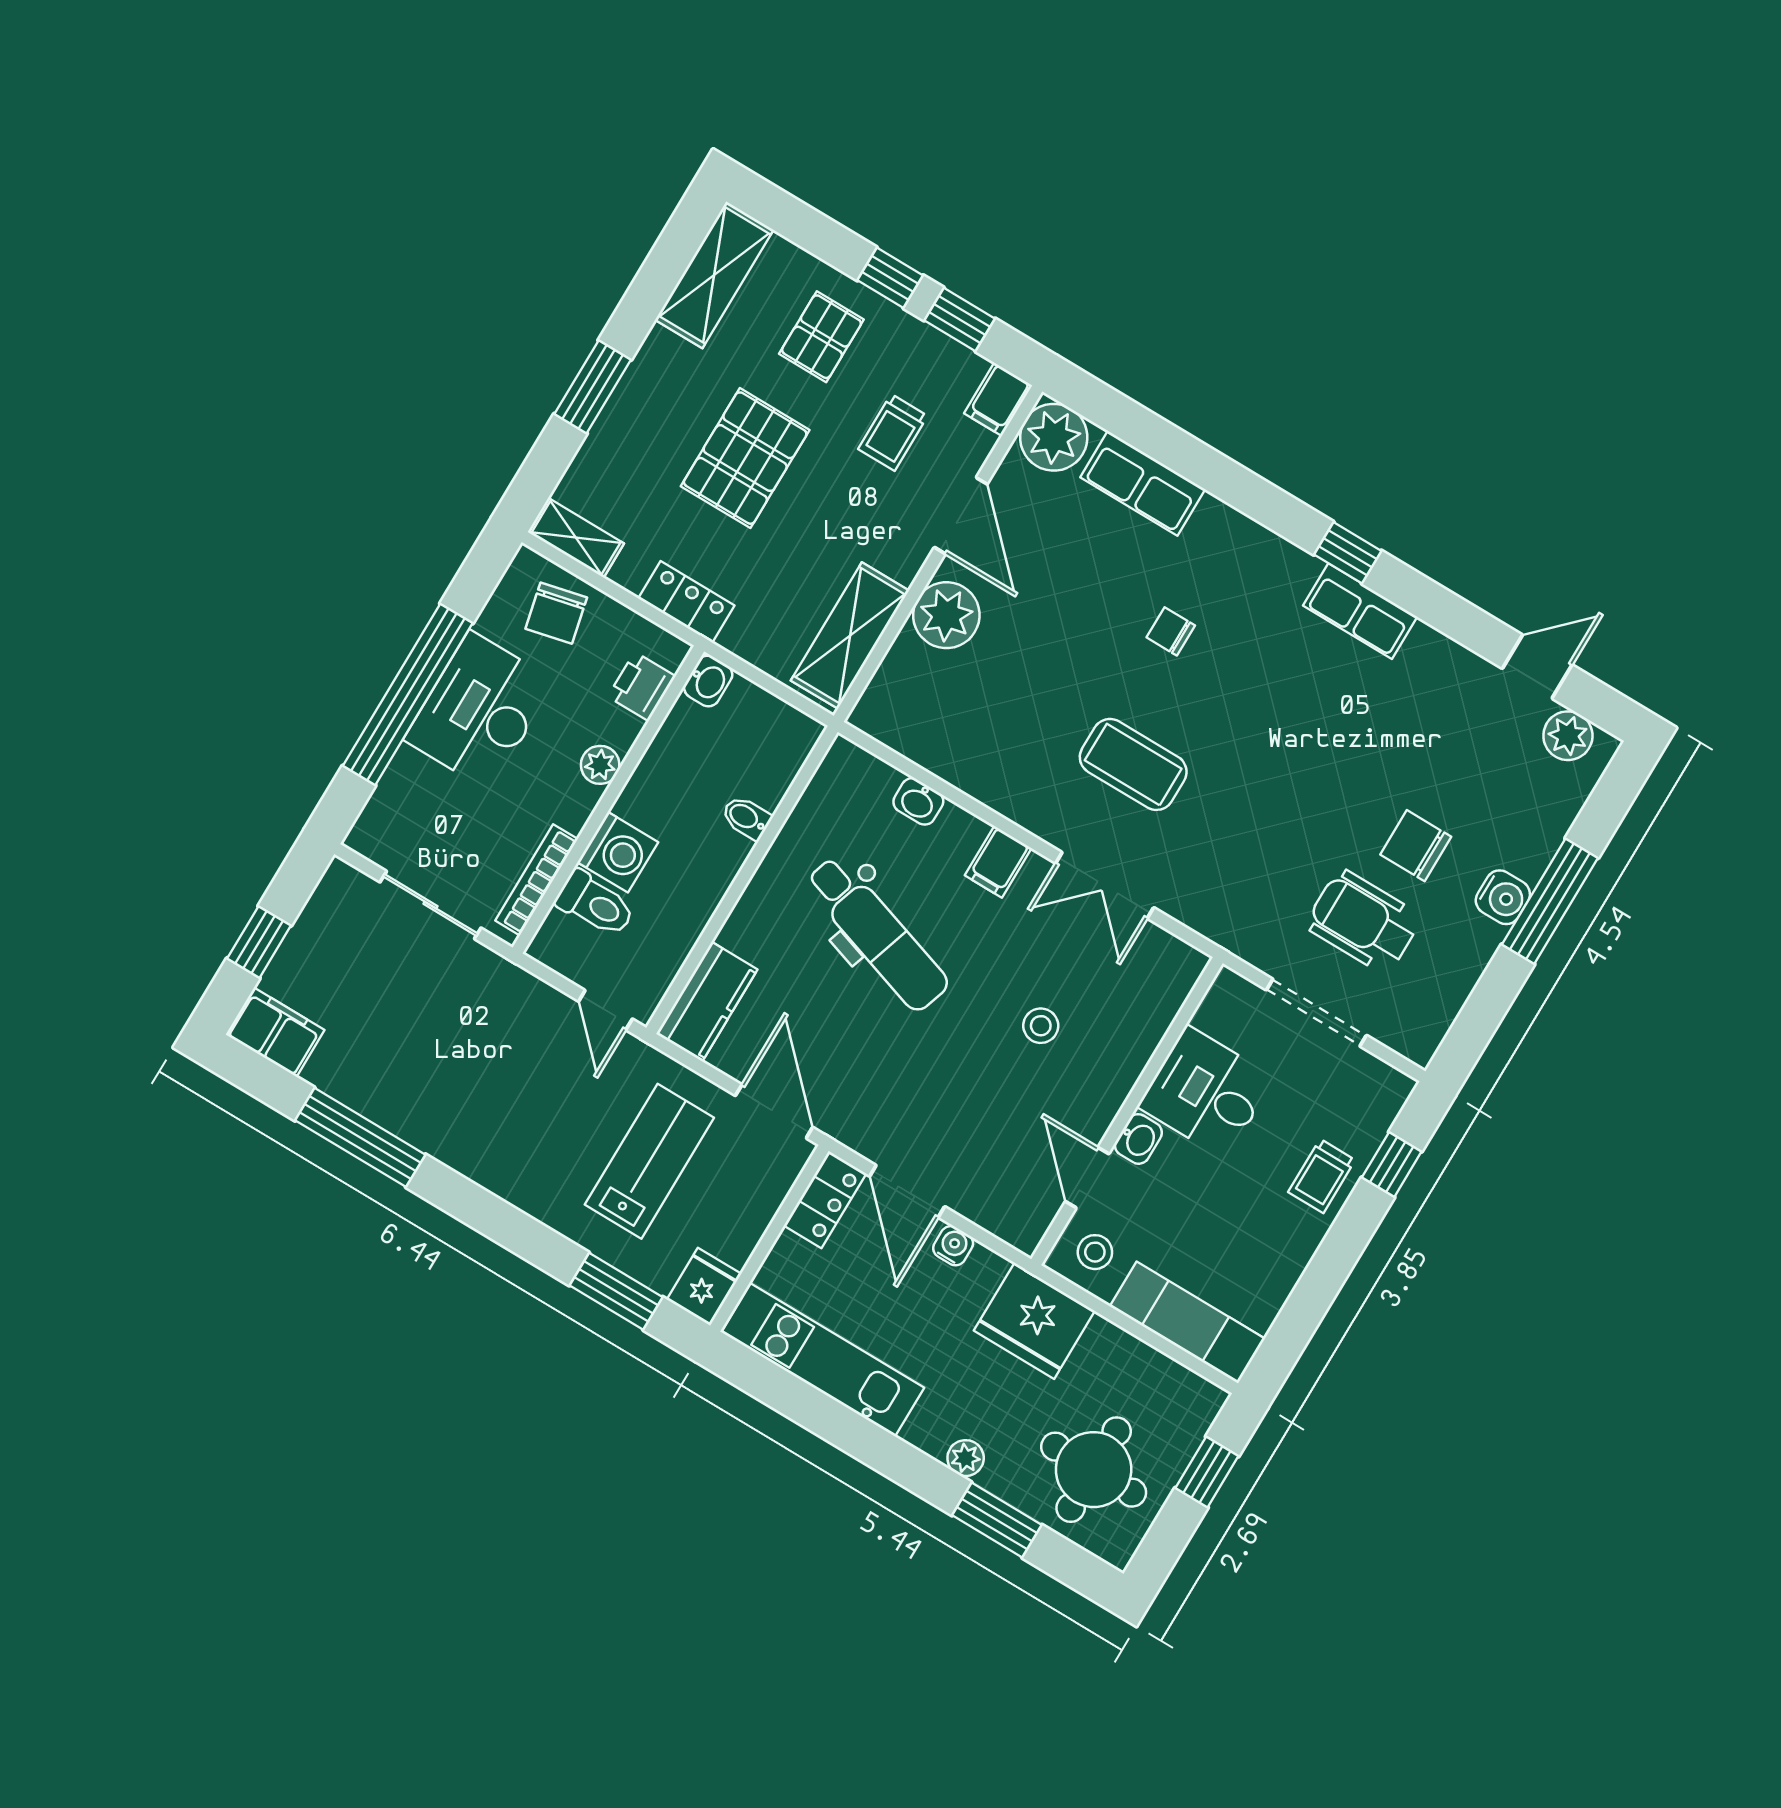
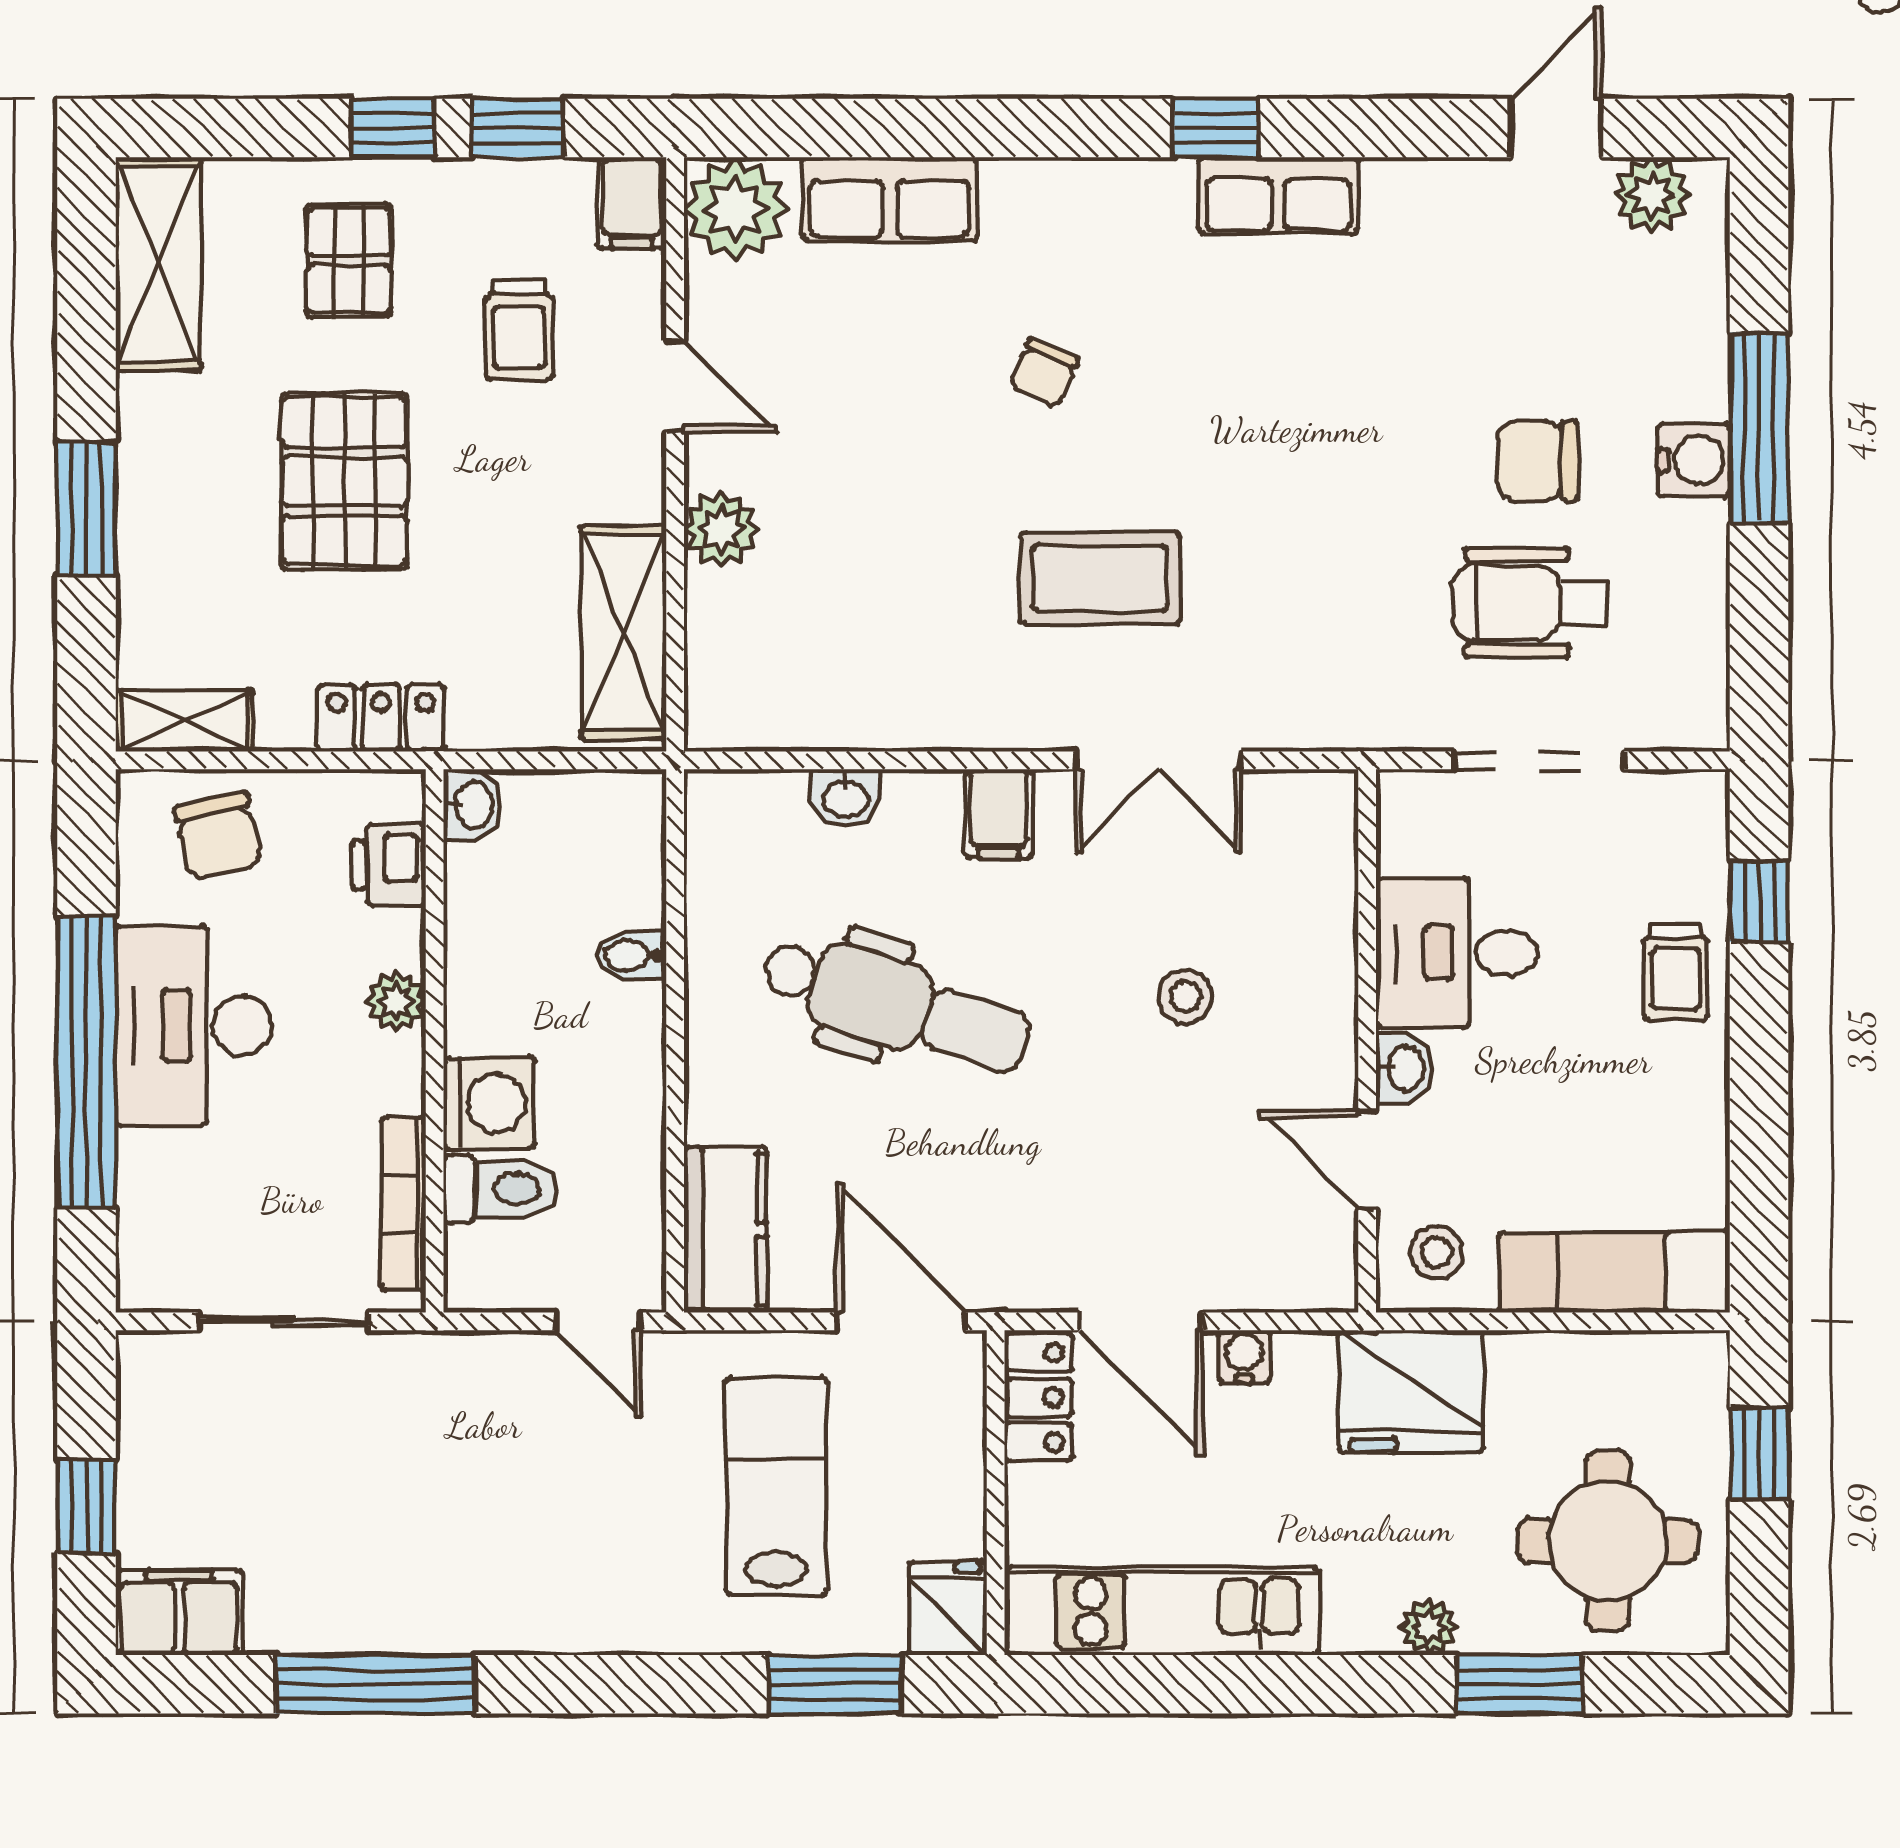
door: (961, 516) -> (675, 386), width x0.73
plant: (946, 615) -> (721, 529), width x0.73, depth x0.73
chair: (1171, 631) -> (1044, 372), turned -67

